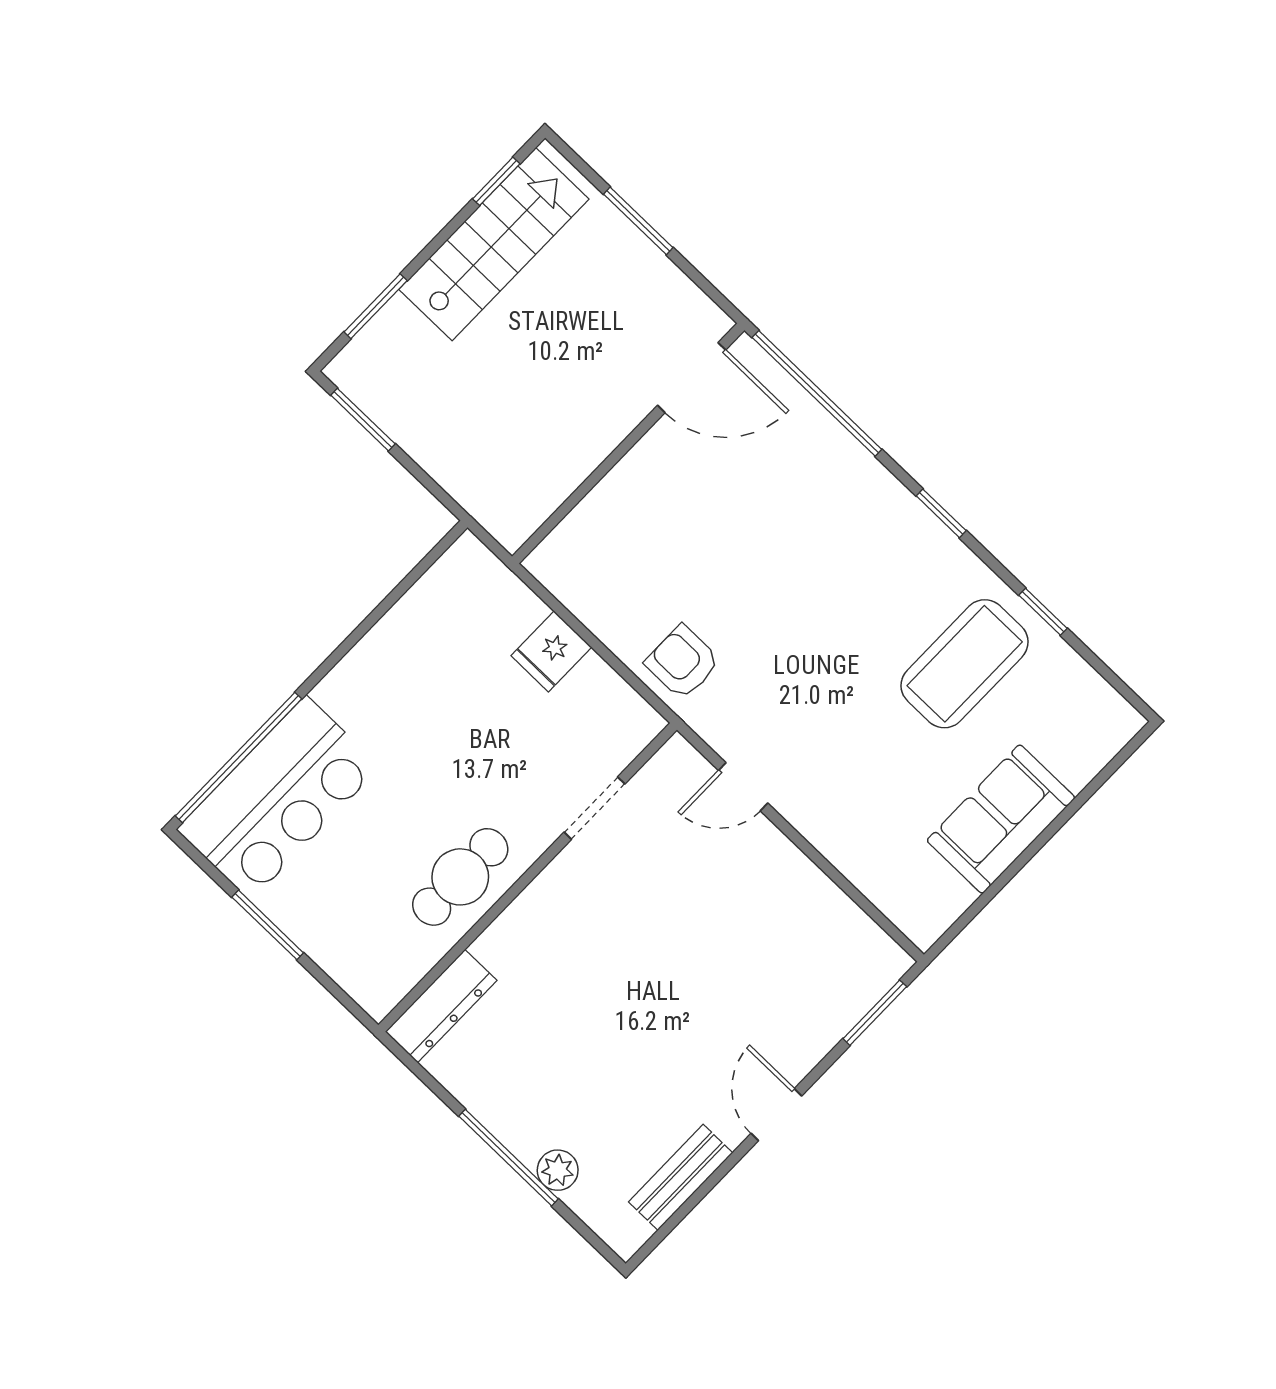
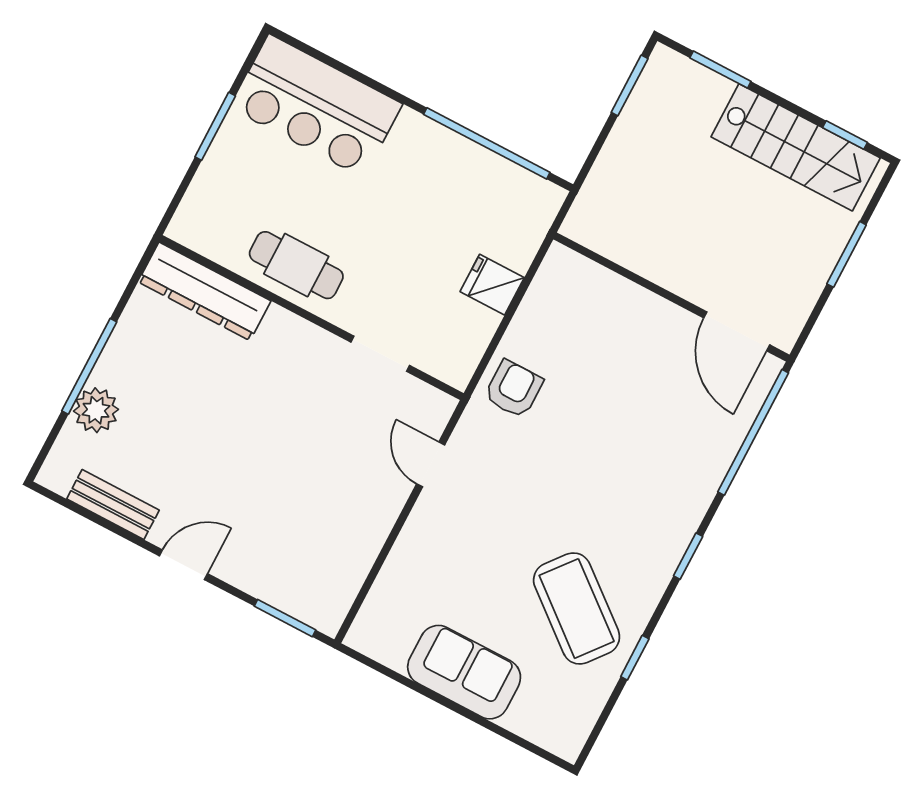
coffee table: (965, 664) -> (577, 608), turned 39
window: (239, 757) -> (487, 143), moved
dresser: (441, 1006) -> (204, 291), width x1.37, depth x1.24
plant: (558, 1170) -> (96, 410), width x1.38, depth x1.38

